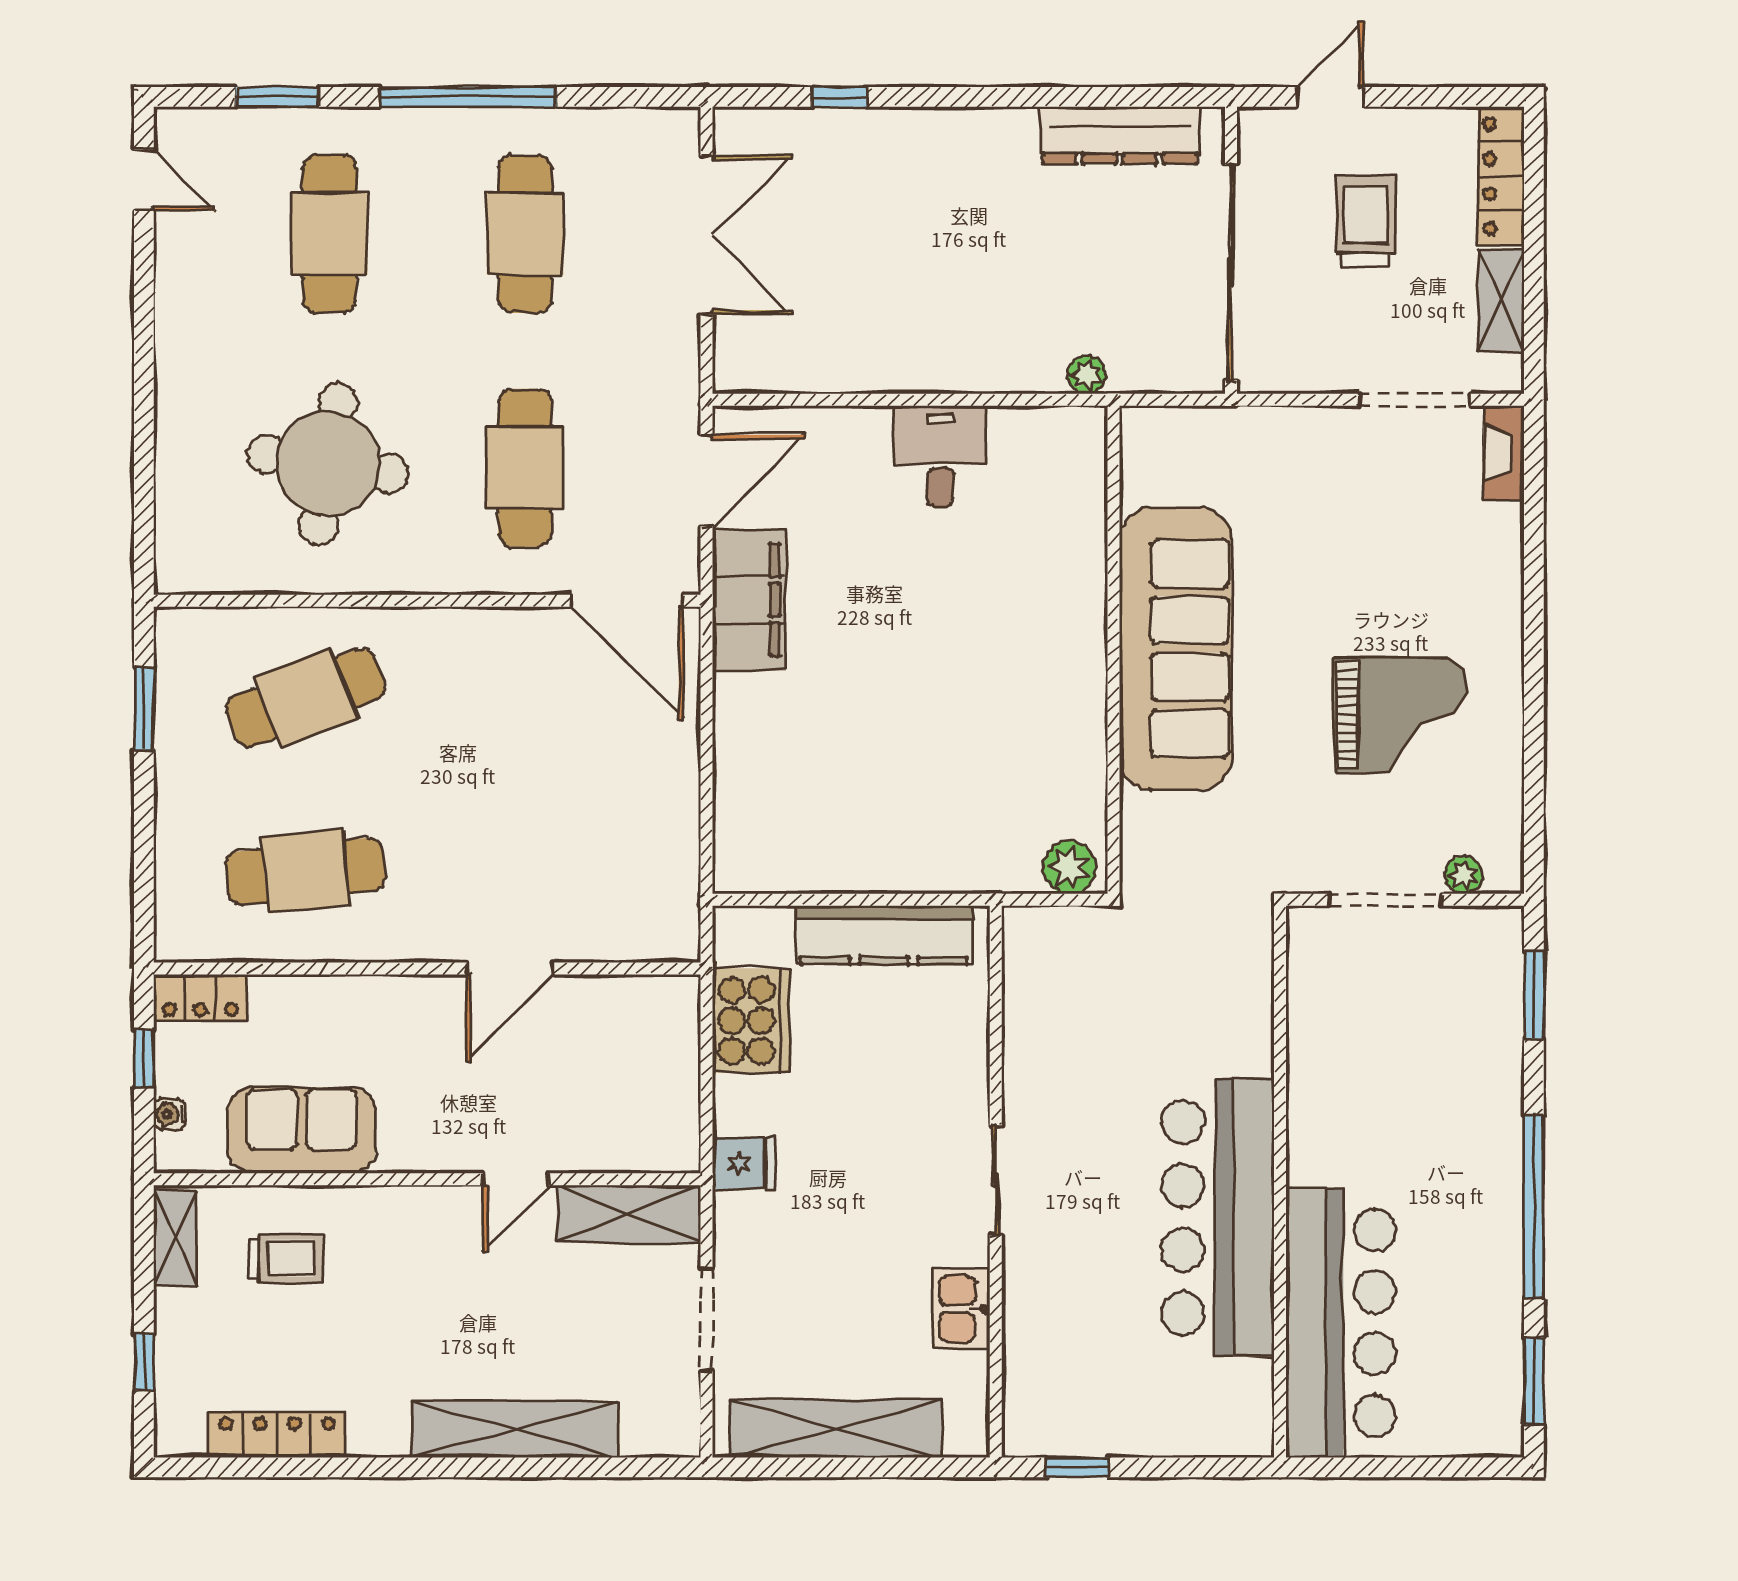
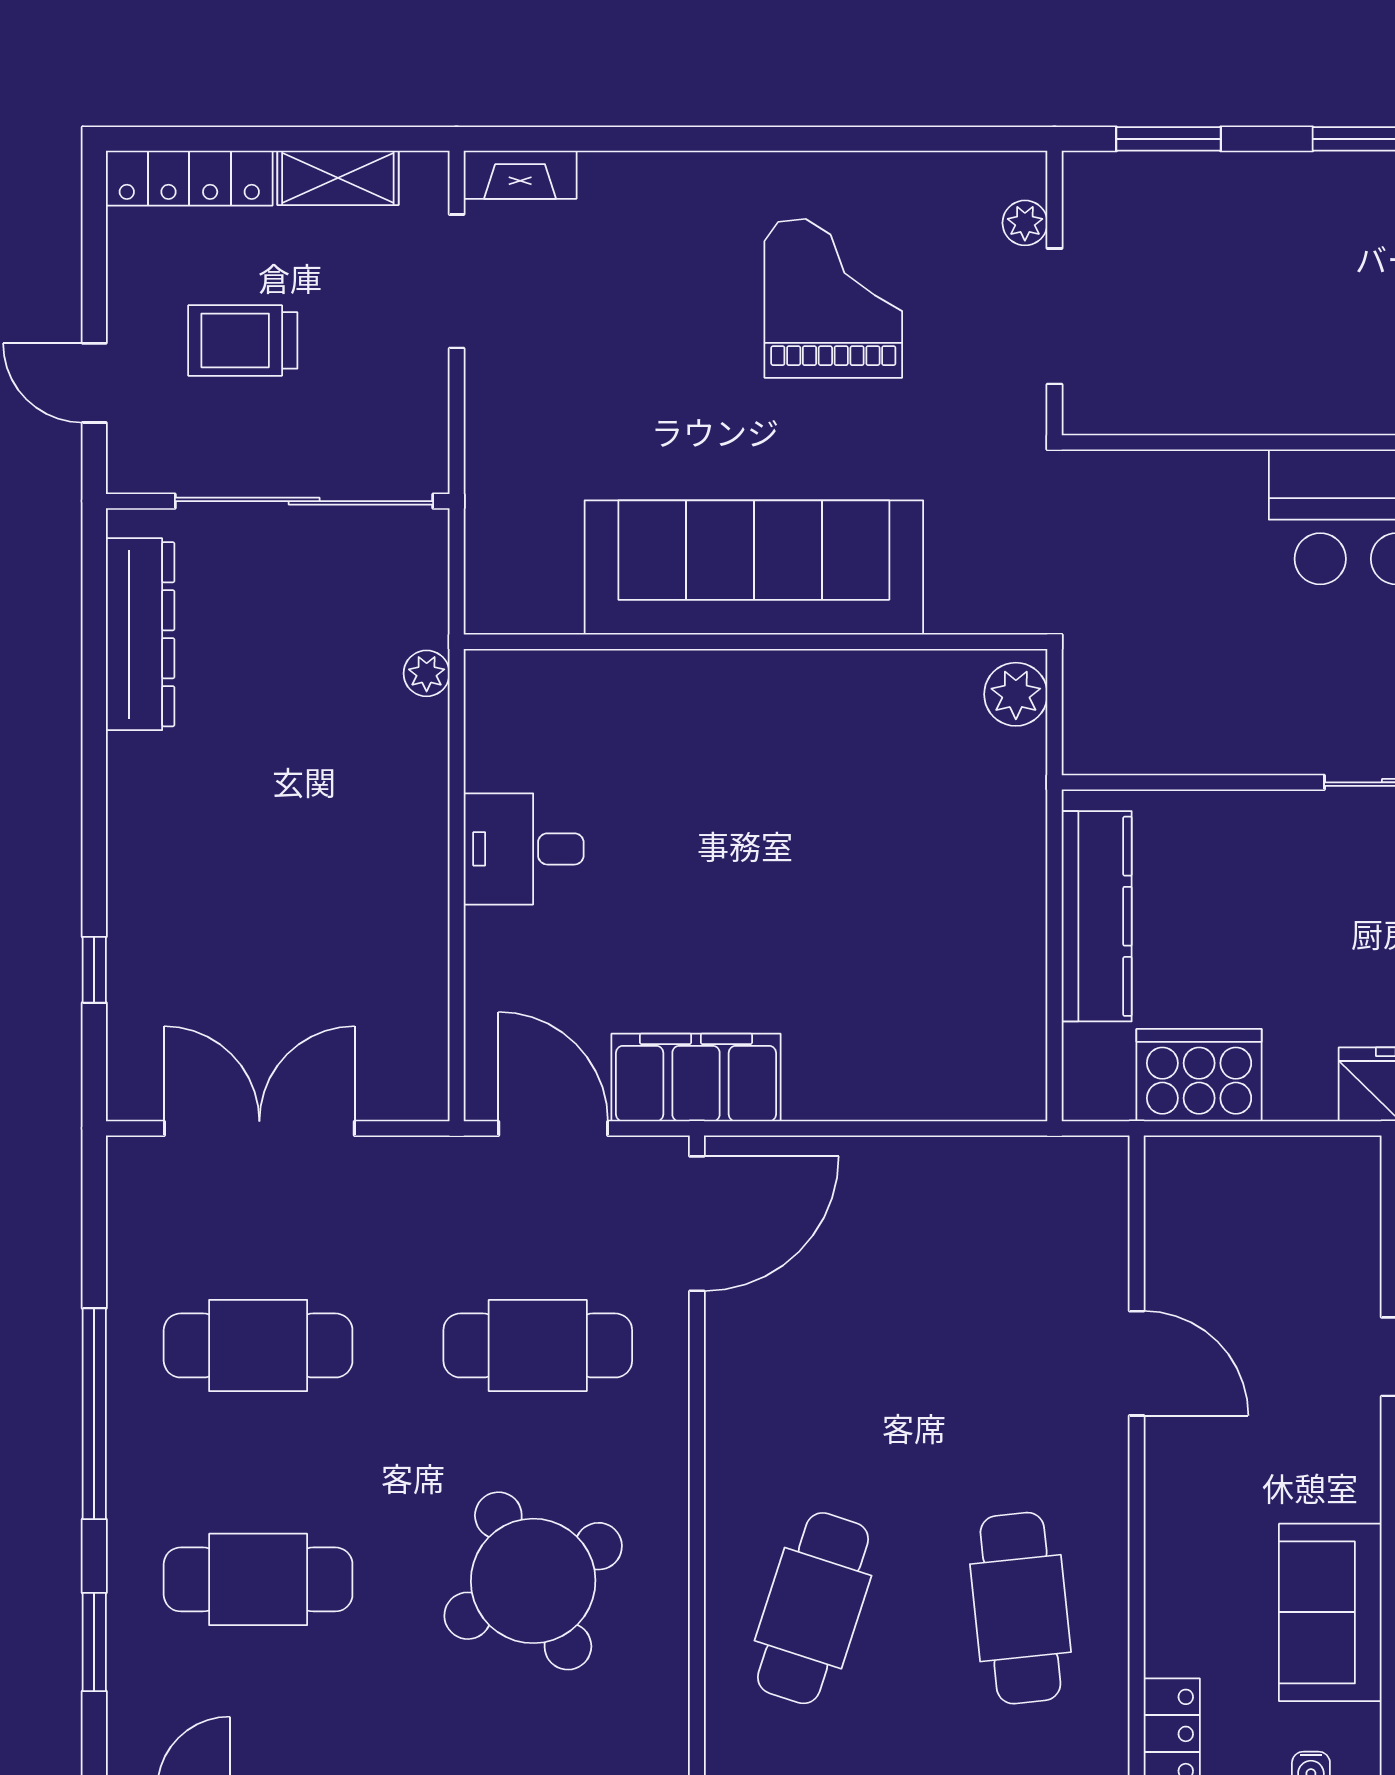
round table: (328, 464) -> (533, 1581), turned -37
cafe table: (305, 698) -> (813, 1608), turned 39

